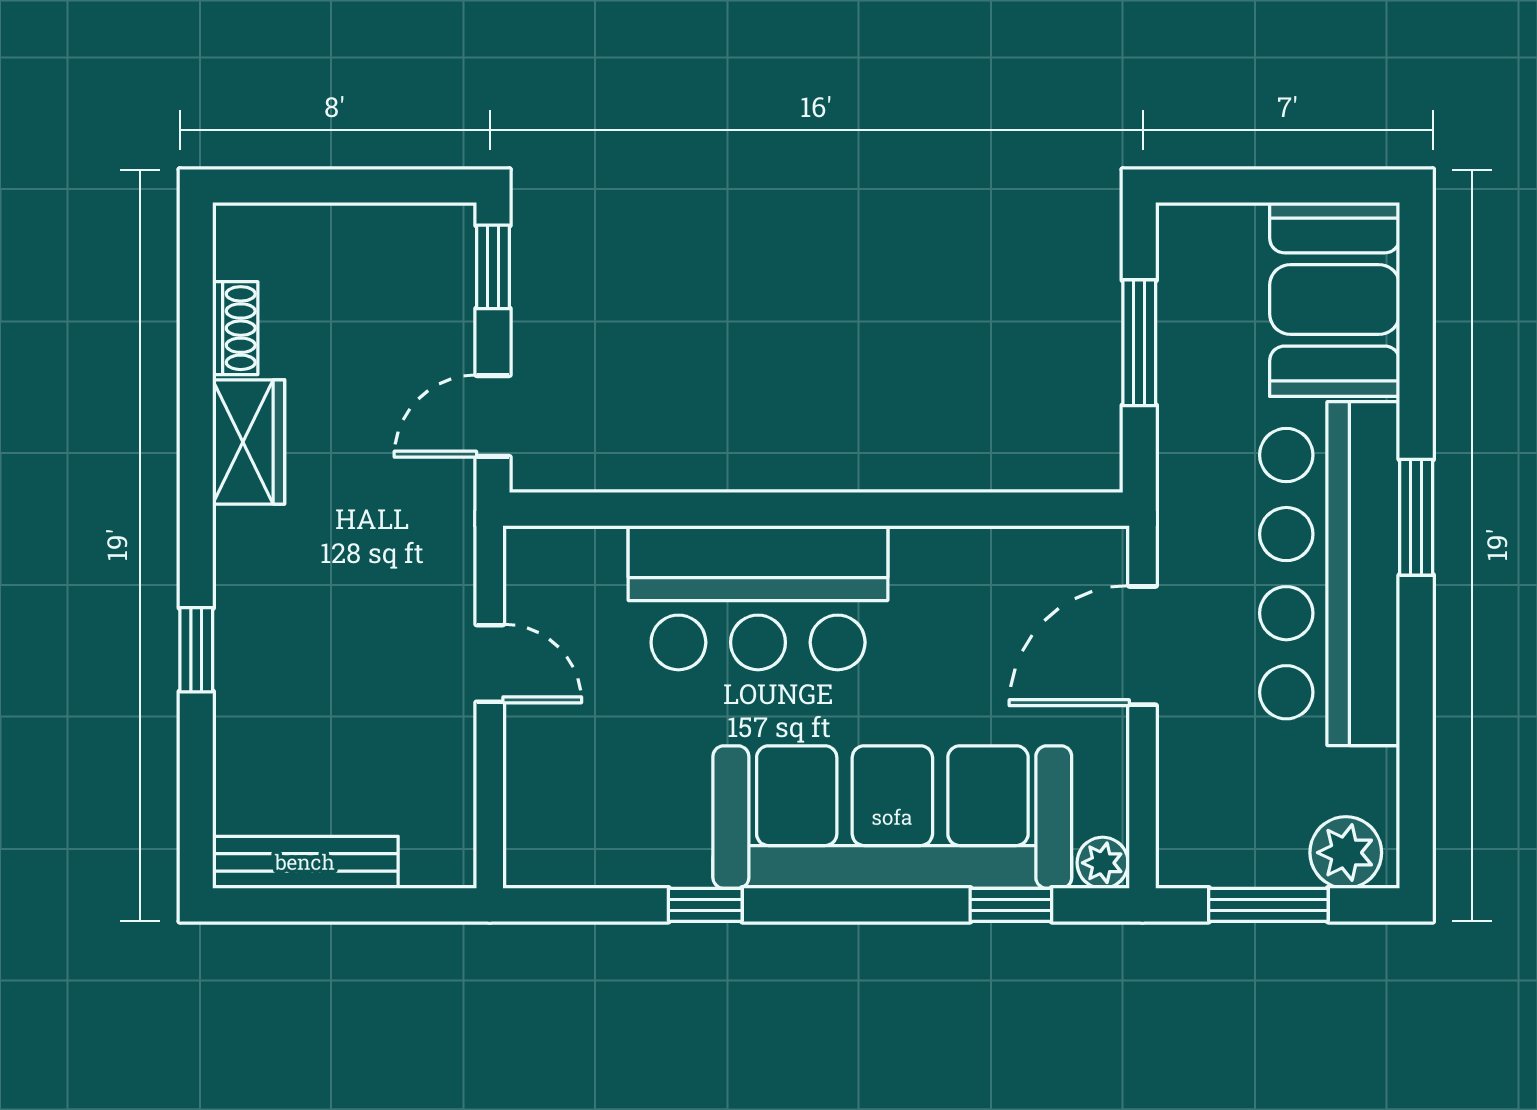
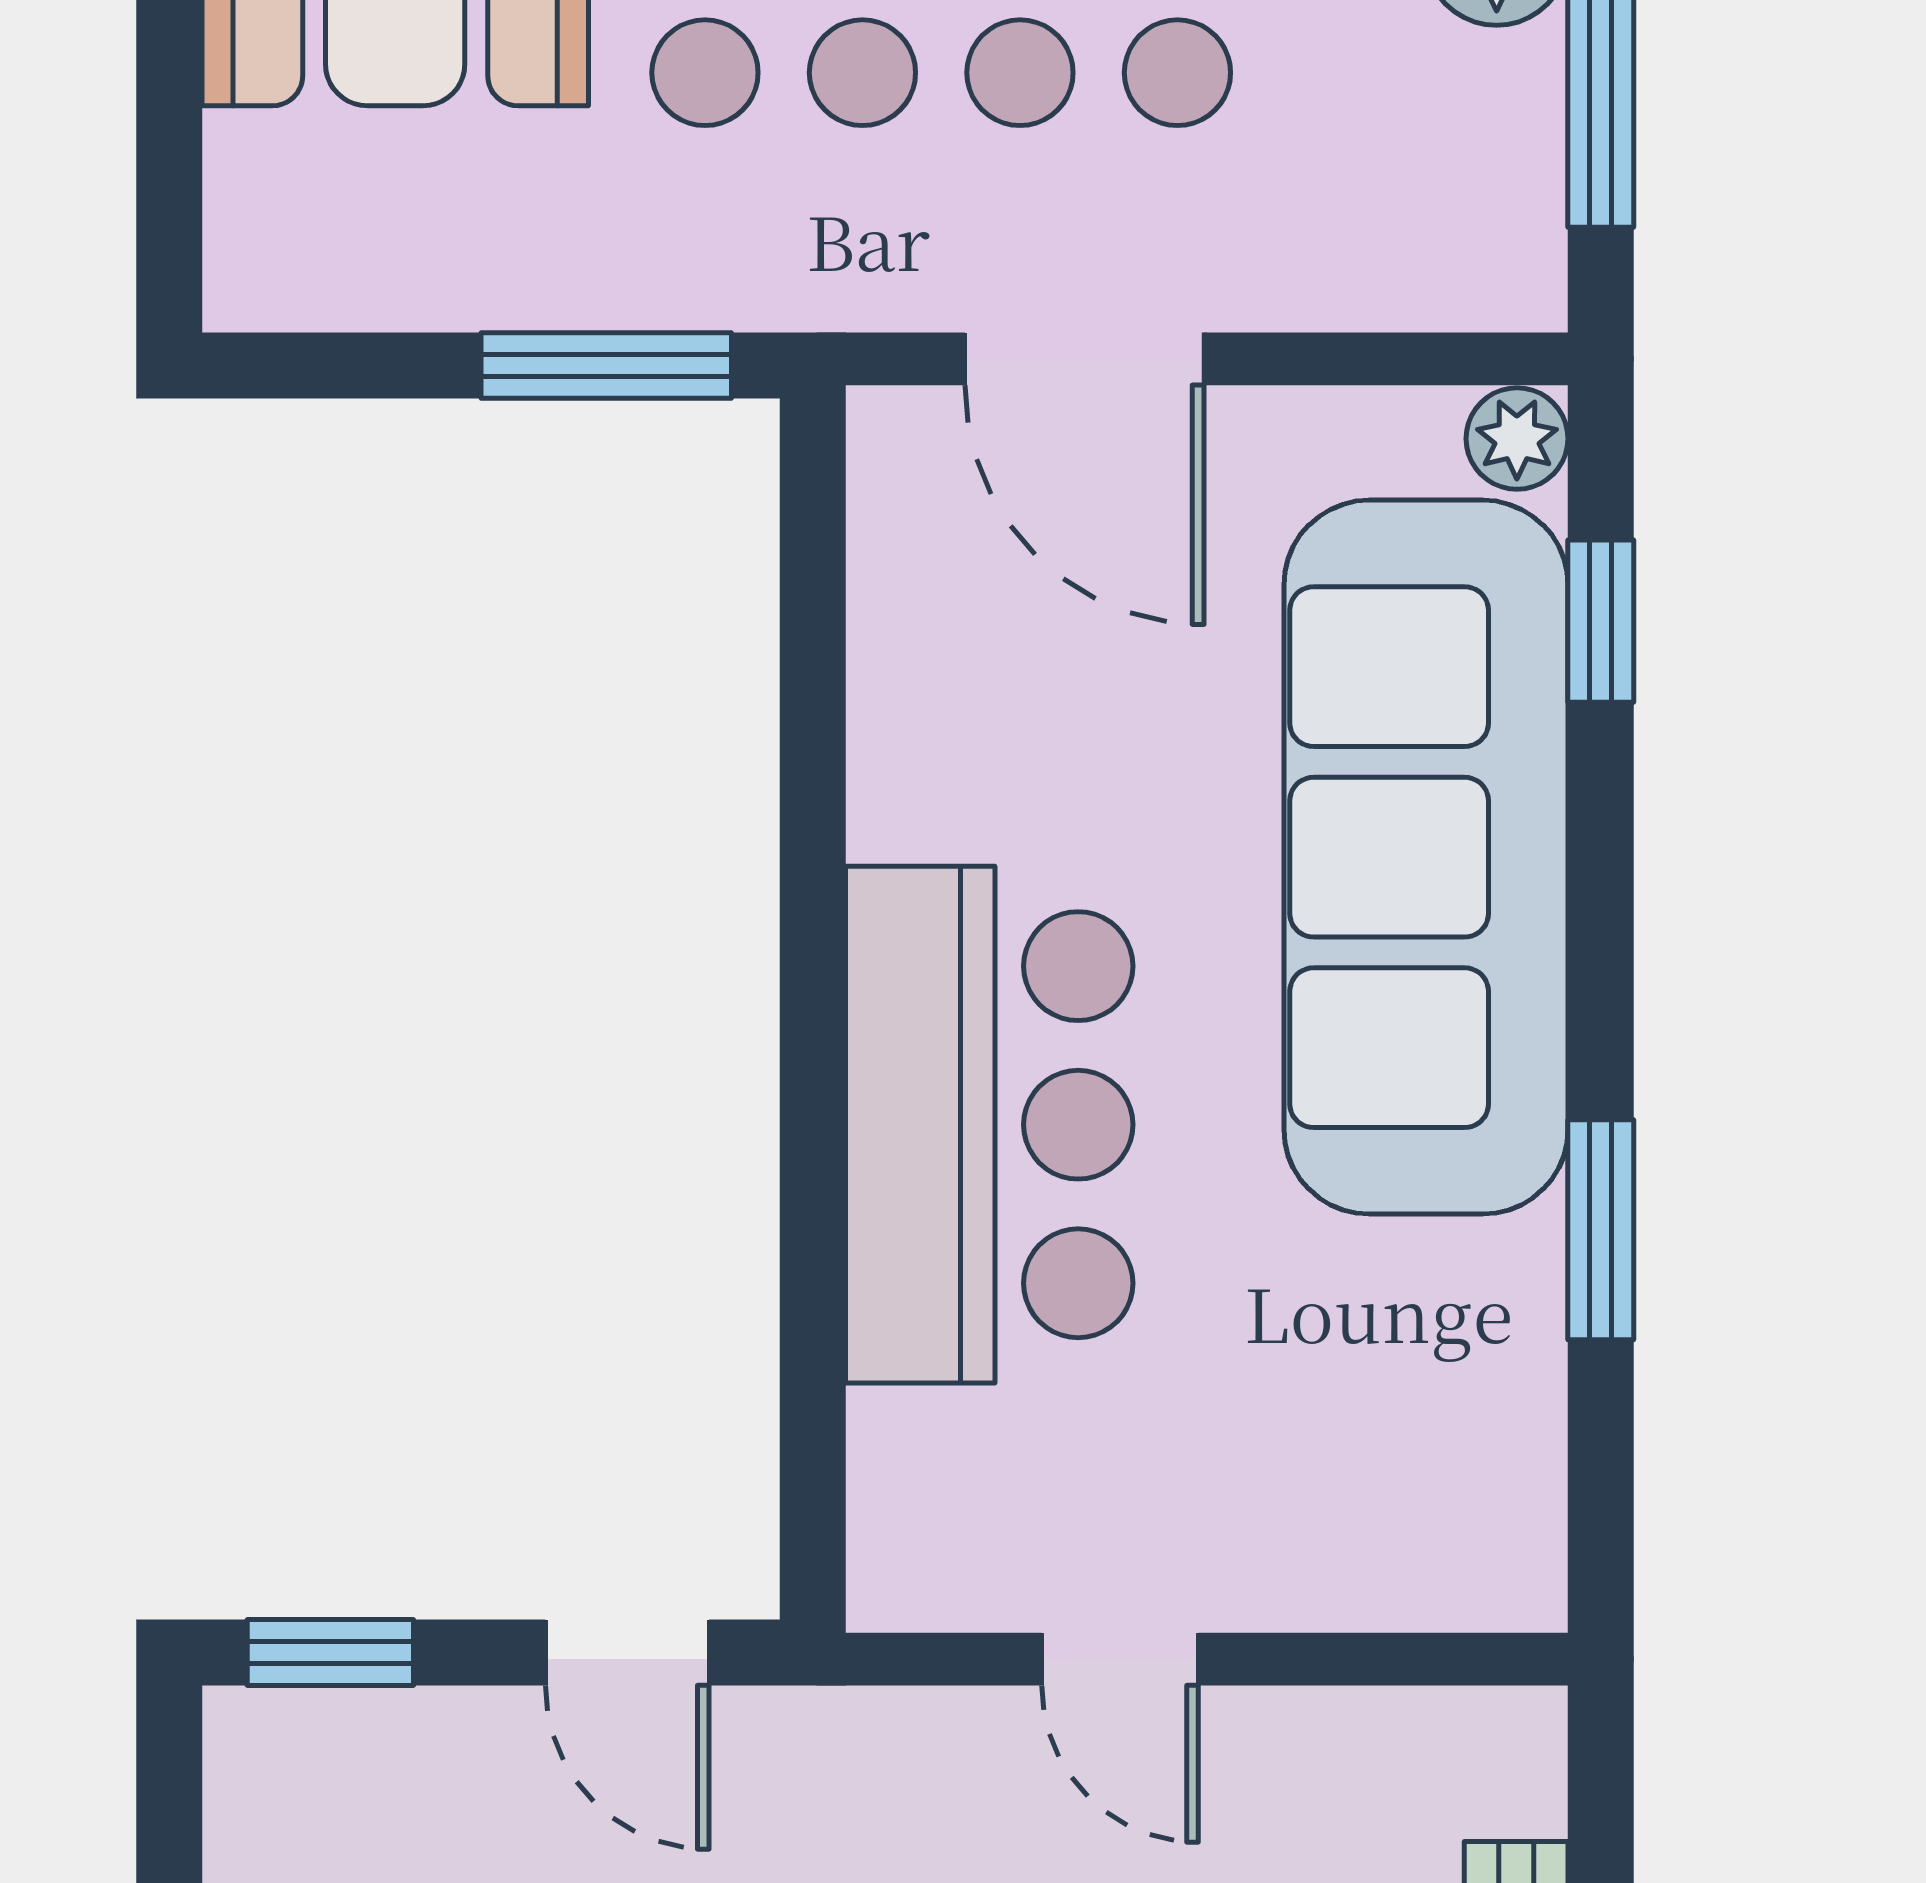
window: (1139, 343) -> (606, 365), moved
door: (490, 663) -> (1120, 1659), swing flipped
window: (705, 905) -> (1601, 1230), width x1.50

